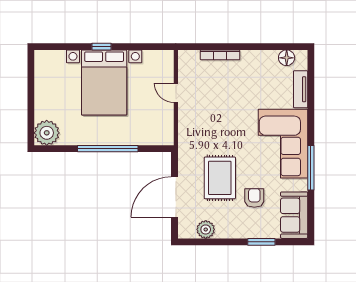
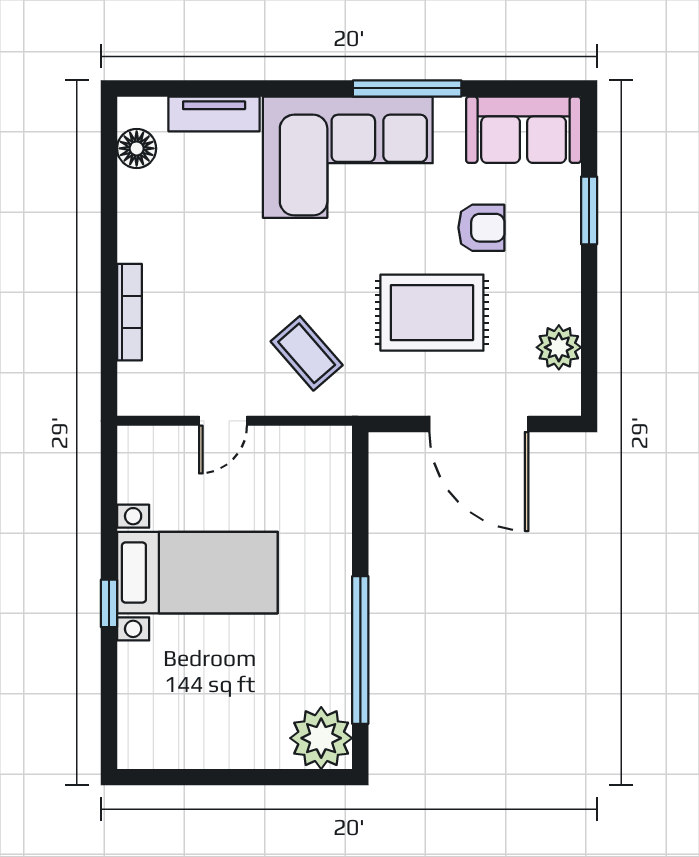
bed with nightstands: (104, 82) -> (197, 573), width x0.73
coffee table: (203, 127) -> (307, 353), added
window: (108, 149) -> (360, 650), moved
armchair: (254, 198) -> (481, 228), turned 180

